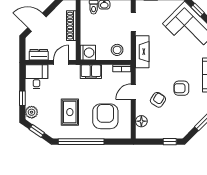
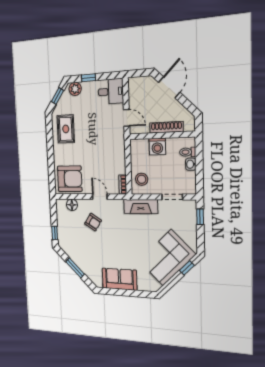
washing machine: (88, 53) -> (157, 146), moved
dresser: (39, 55) -> (134, 92), removed
filing cabinet: (91, 72) -> (118, 151), removed
armchair: (181, 88) -> (105, 247), removed
rug: (70, 112) -> (66, 129), moved, turned 90
armchair: (105, 116) -> (70, 179), moved
window: (81, 142) -> (50, 143), removed

